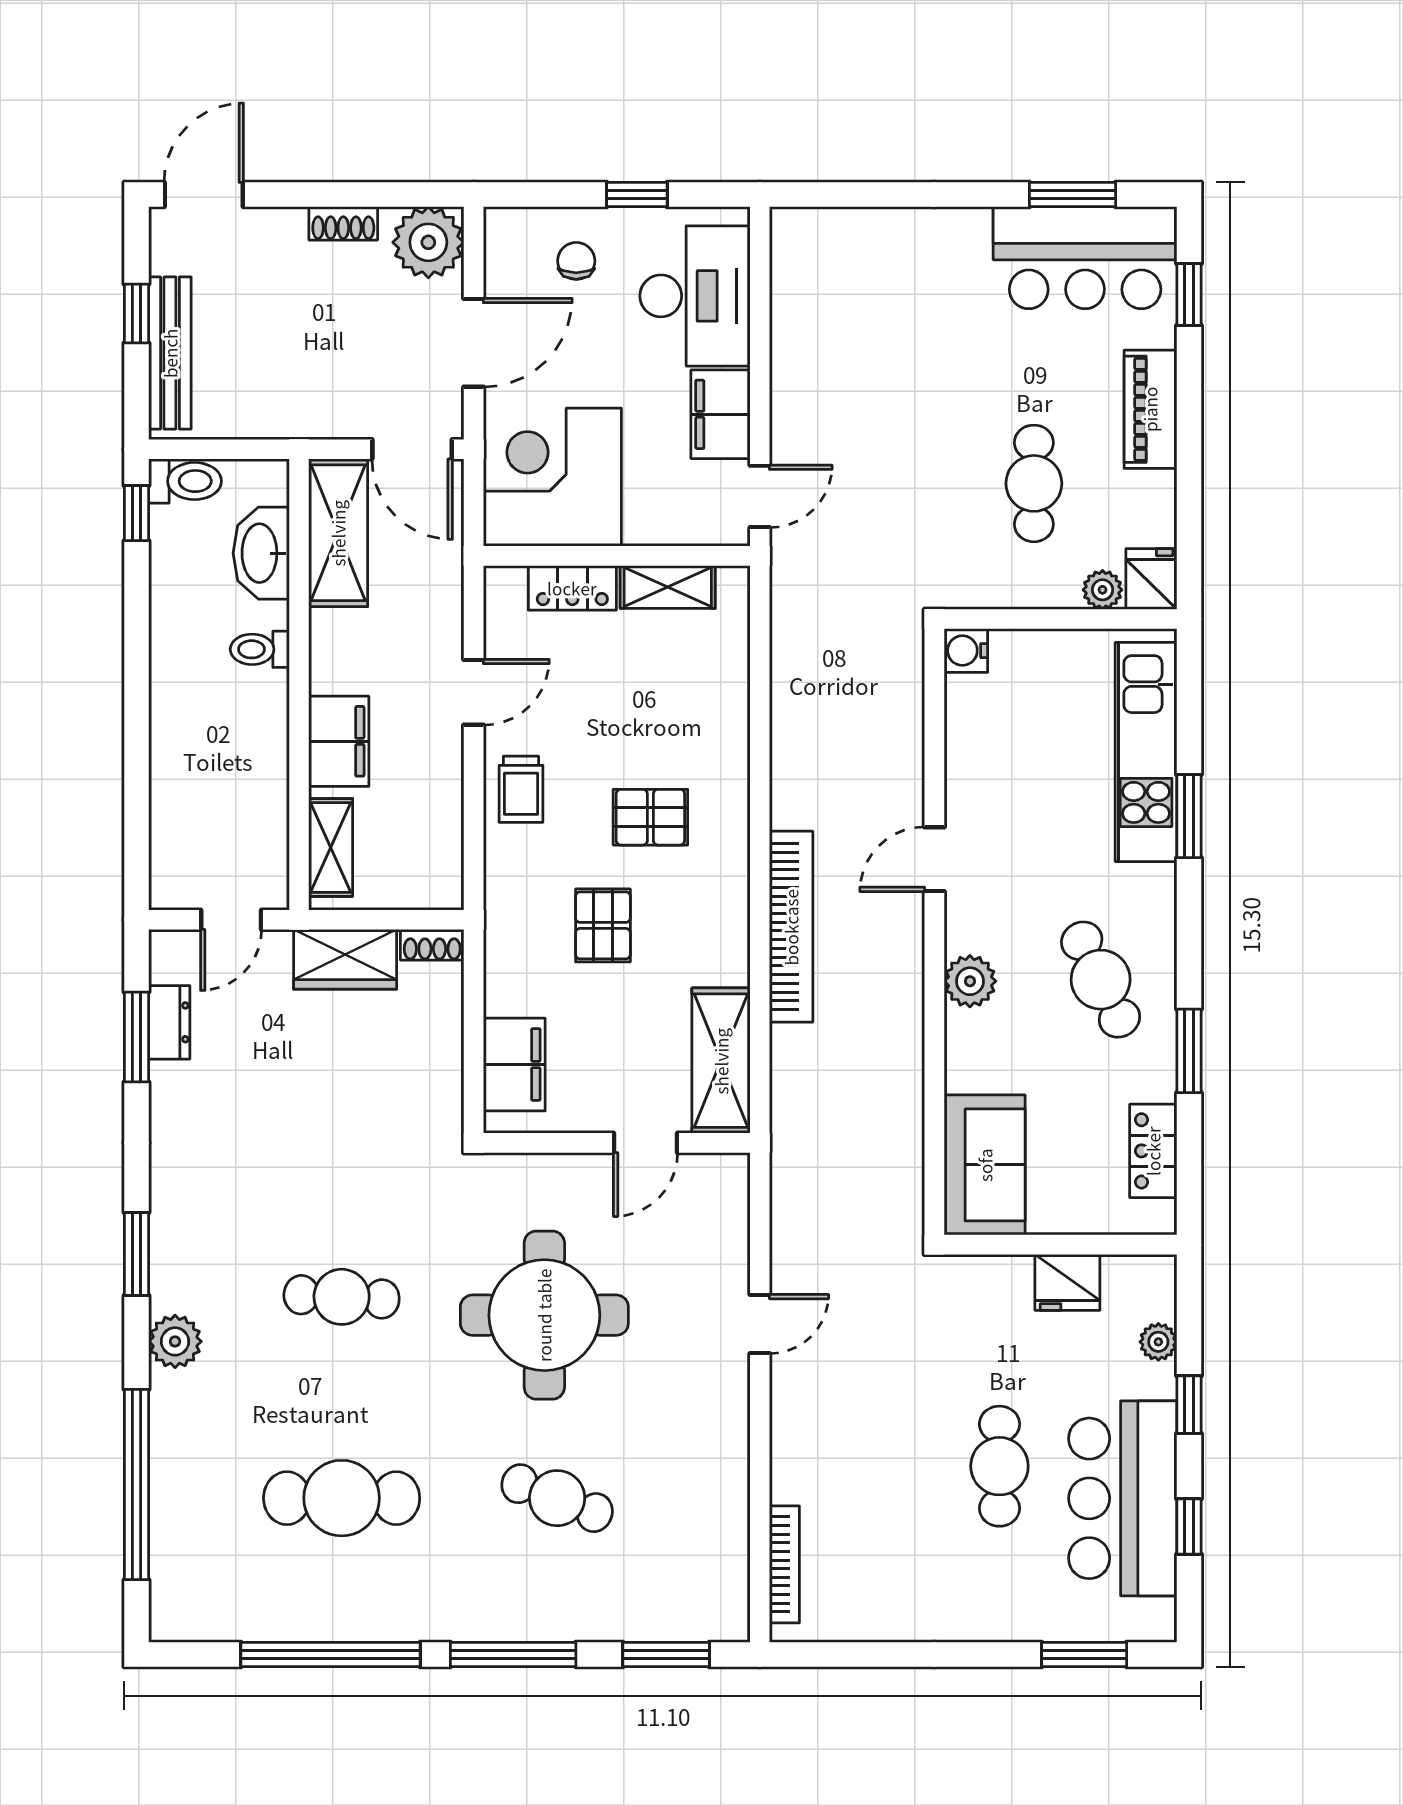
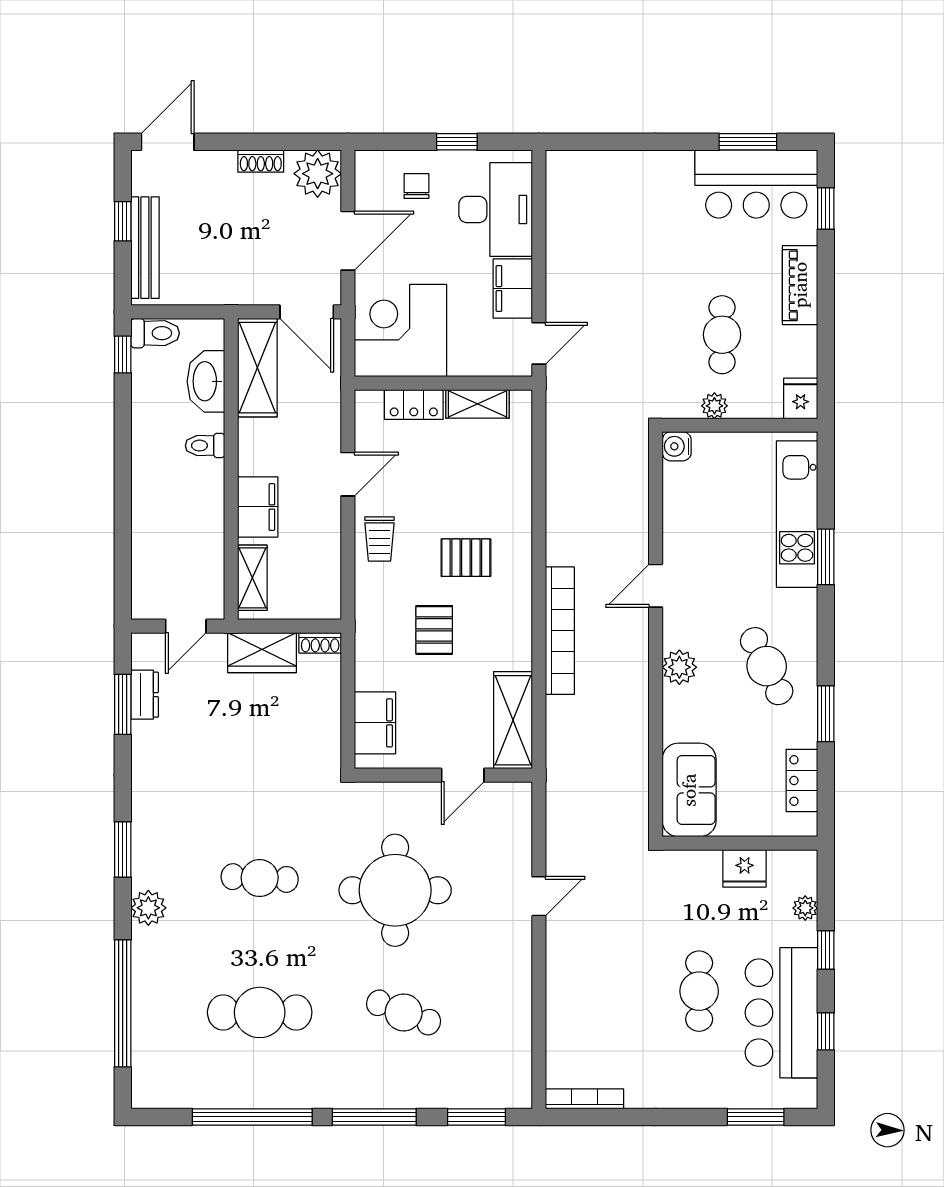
plant: (1102, 590) -> (714, 406), moved
bookcase: (784, 1564) -> (585, 1099), moved, turned -90

